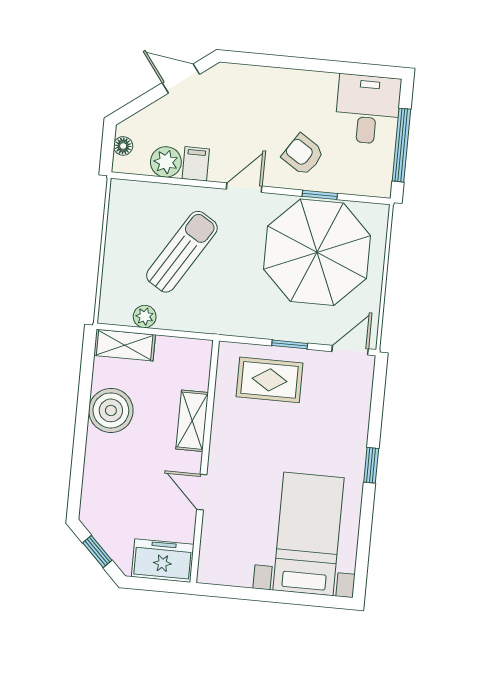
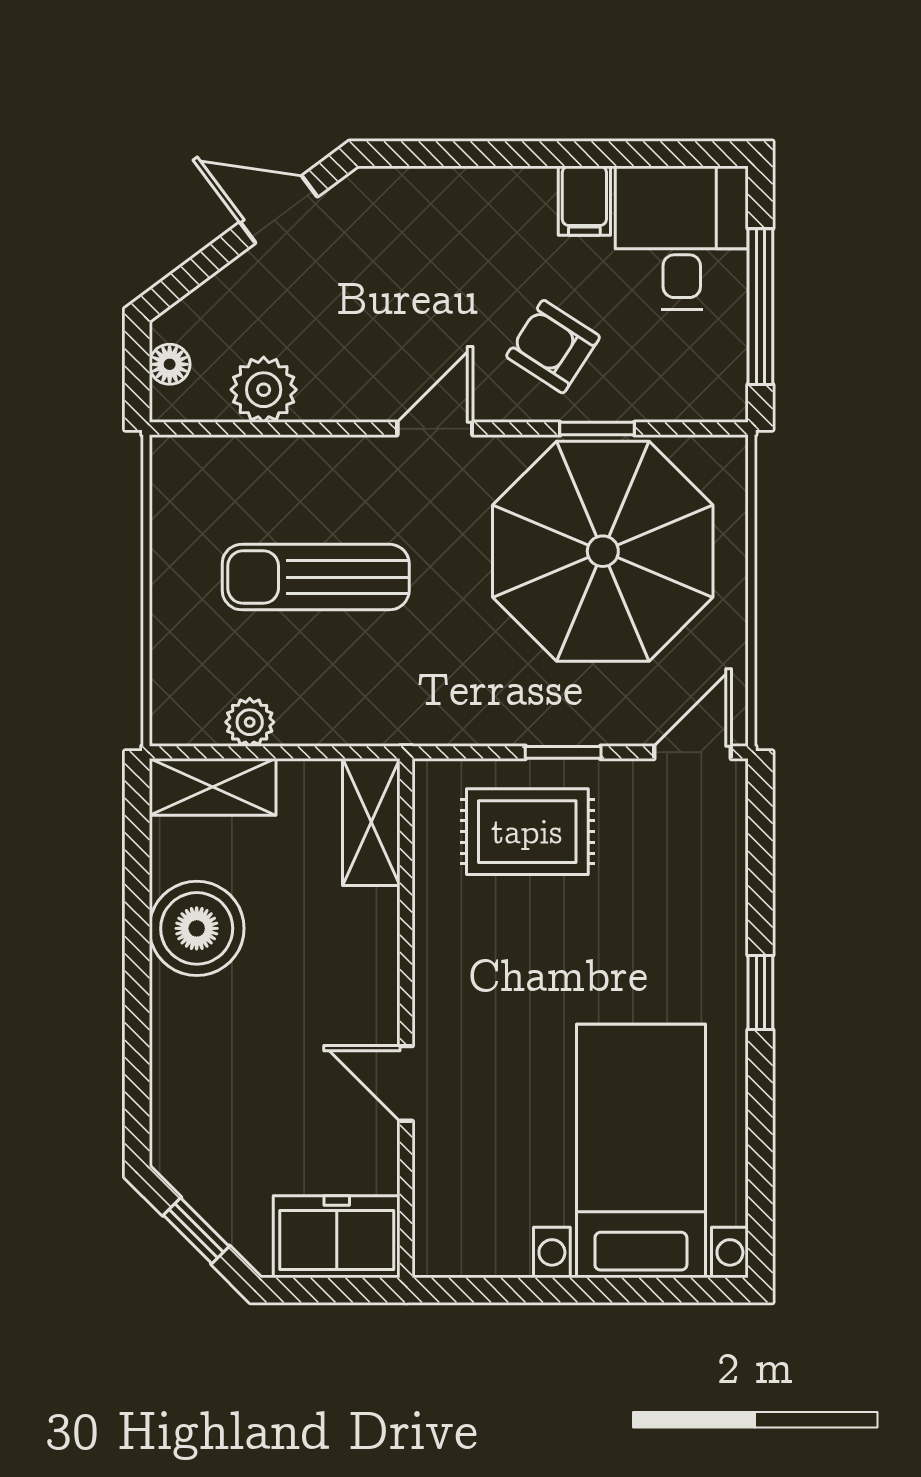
filing cabinet: (196, 164) -> (584, 201), moved, turned 180
sun lounger: (182, 252) -> (316, 577), turned -122
shelving: (192, 421) -> (371, 822), moved

